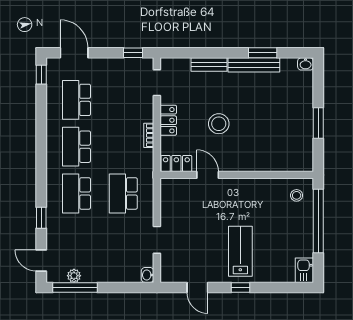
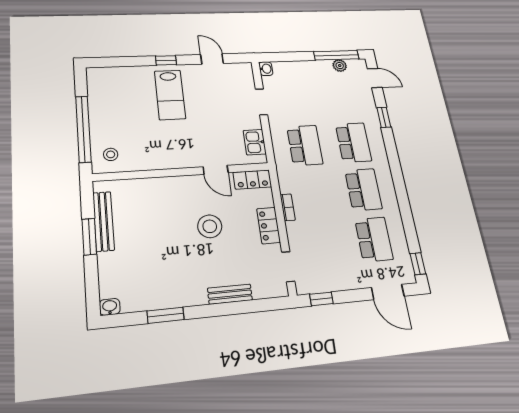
bench: (254, 65) -> (104, 221), moved, turned 90
kitchen sink: (304, 270) -> (255, 142), moved, turned 180

